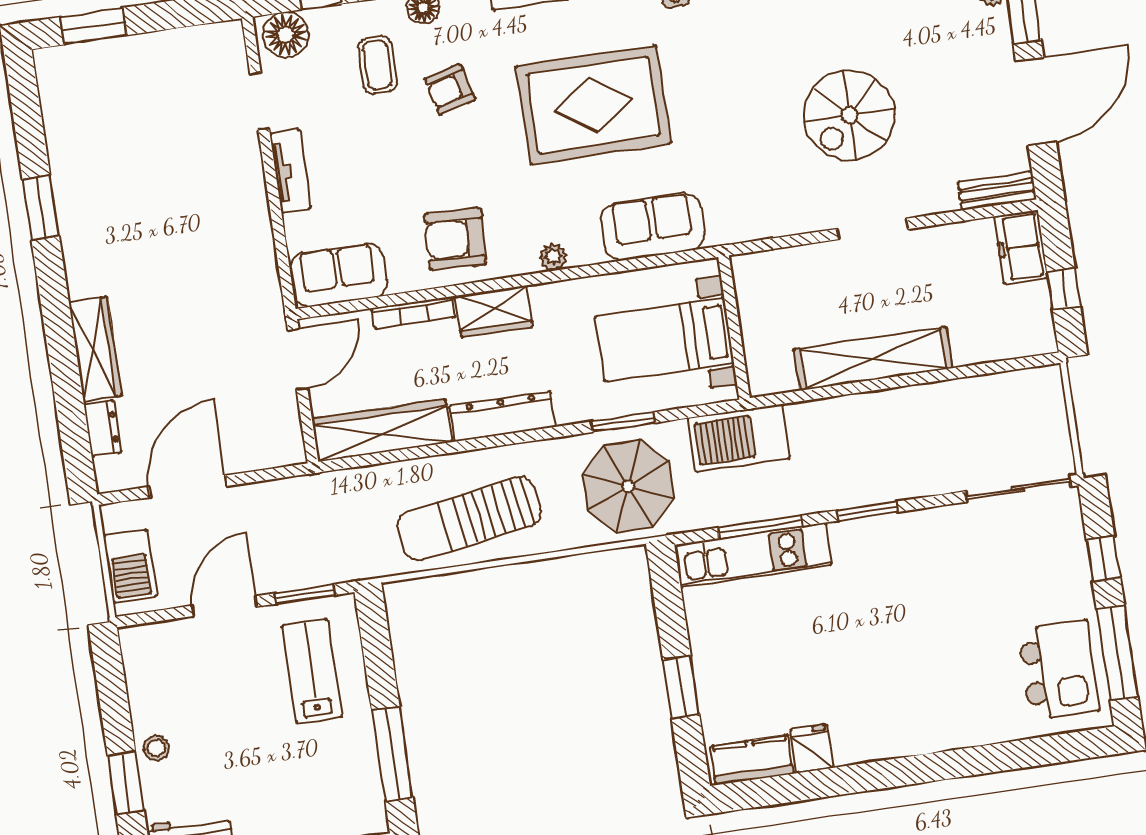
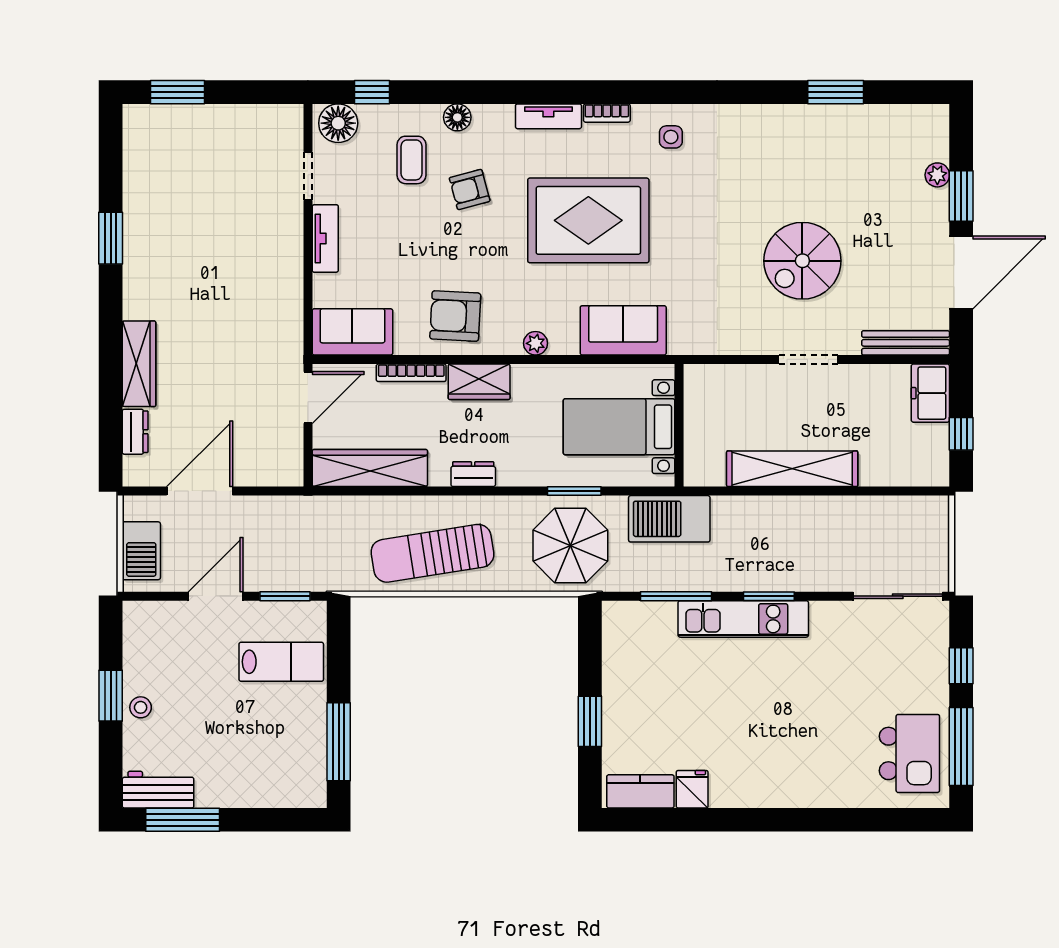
bench: (997, 191) -> (906, 343), width x1.36
dresser: (502, 416) -> (473, 474), width x0.51, depth x0.80
kitchen unit: (753, 555) -> (743, 619), moved
lab bench: (312, 671) -> (281, 662), turned 90
window: (126, 783) -> (111, 696), moved

